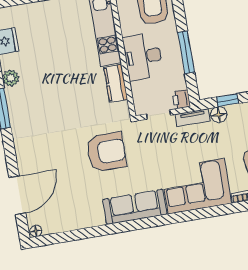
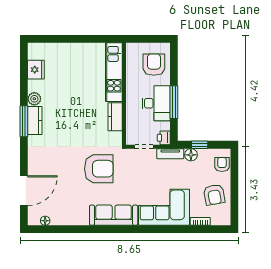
desk: (143, 57) -> (156, 103), moved, turned 180
kitchen counter: (16, 105) -> (35, 121), added
floor lamp: (36, 231) -> (45, 221), moved

